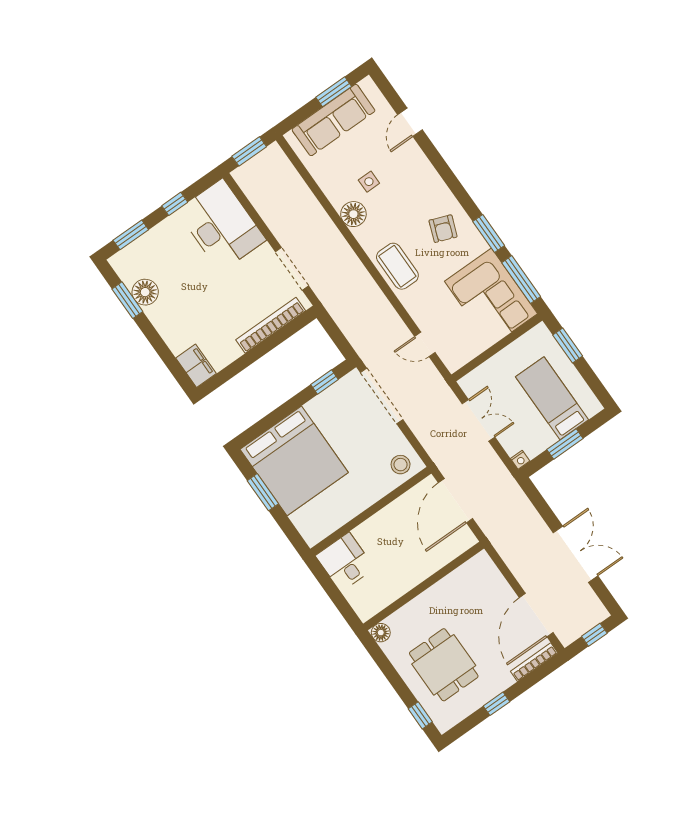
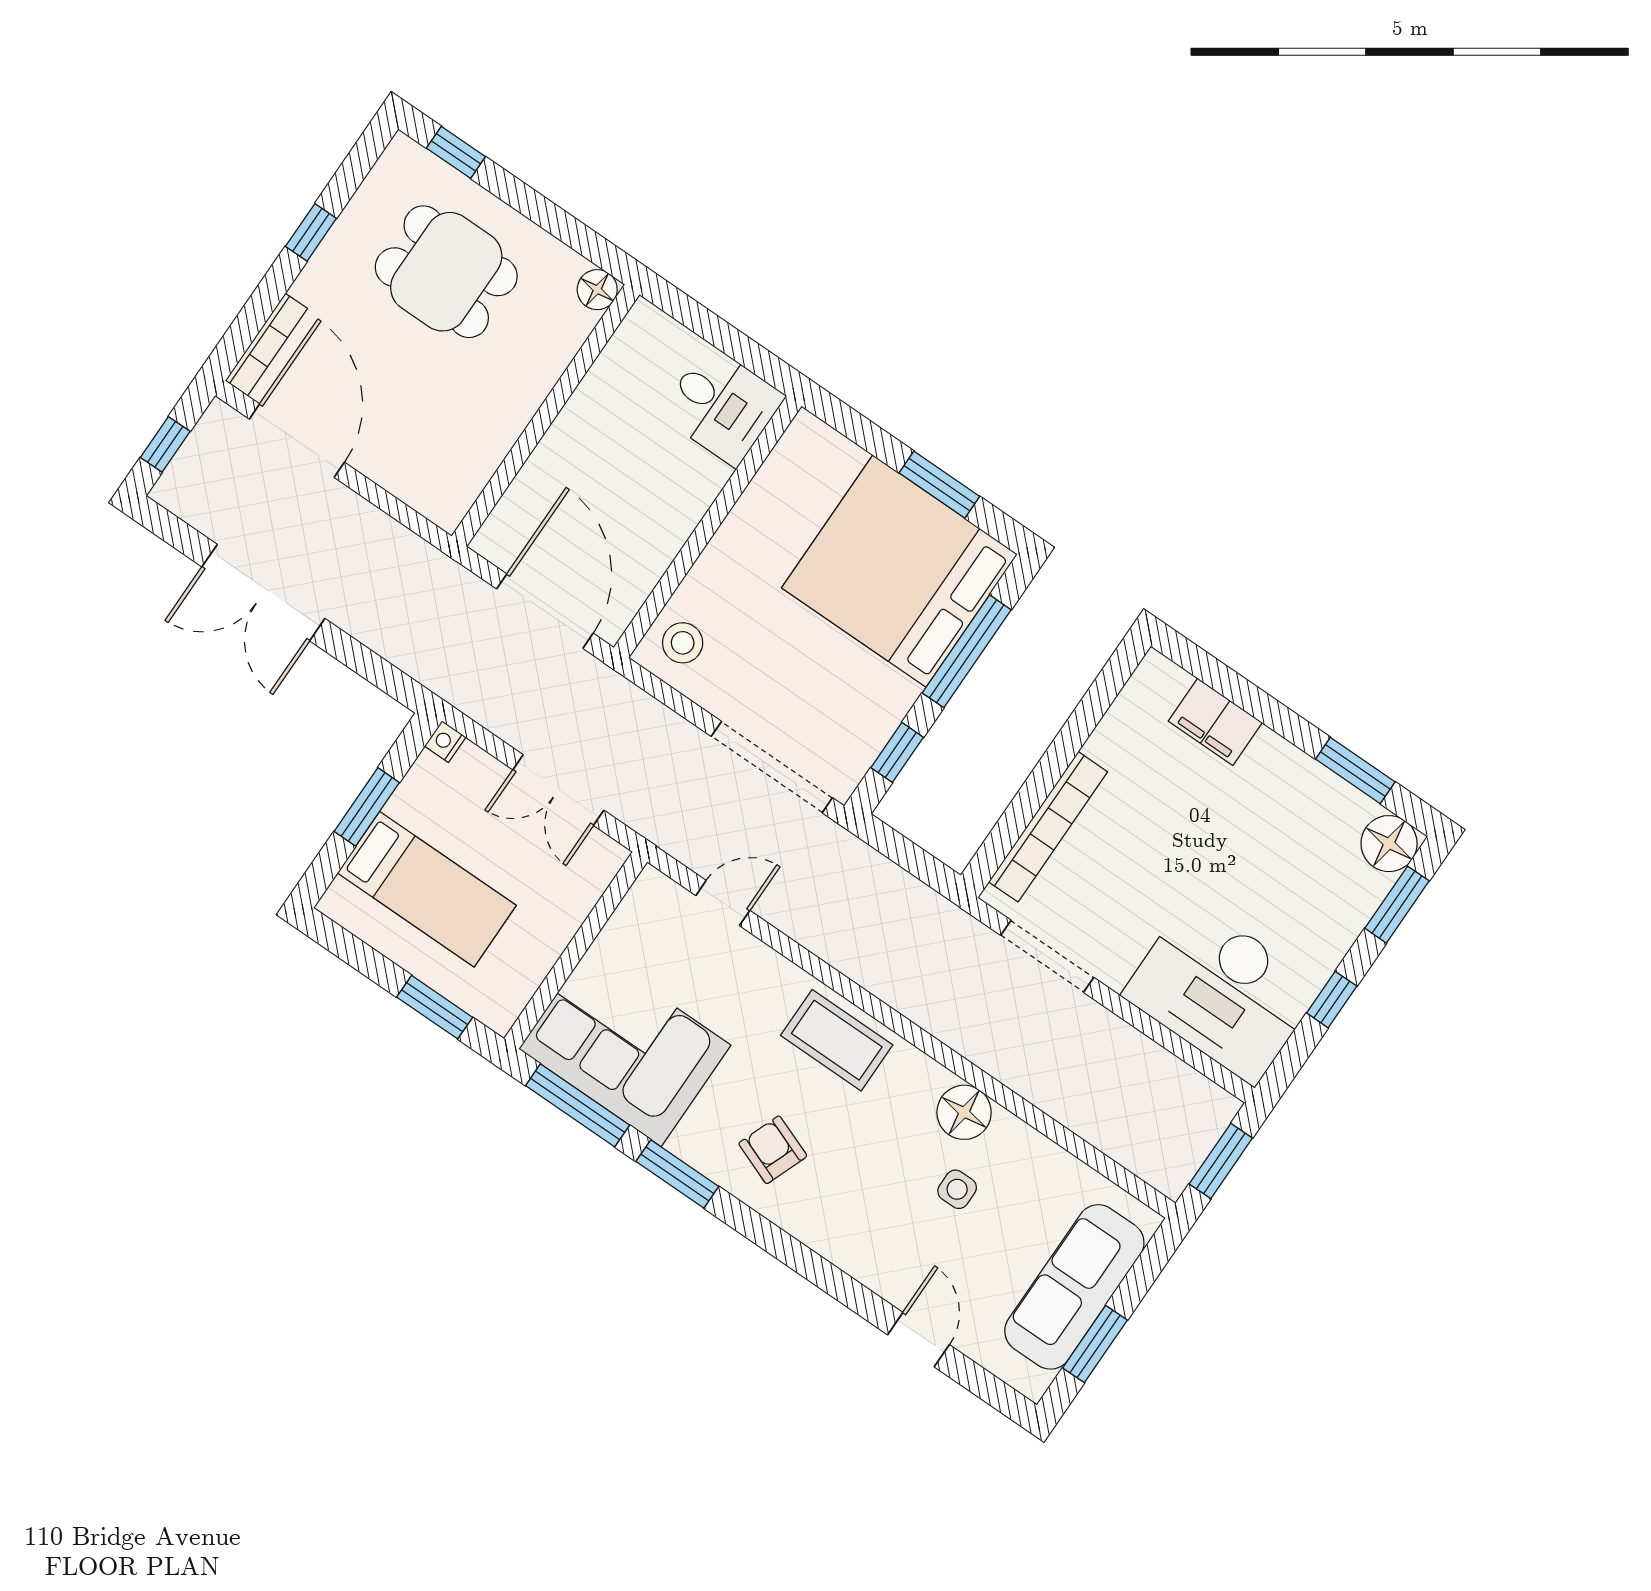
floor lamp: (145, 292) -> (1389, 844), moved
filing cabinet: (196, 366) -> (1215, 722), moved
window: (278, 415) -> (967, 651), added

